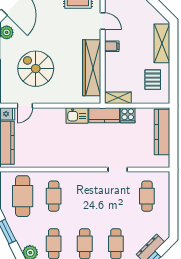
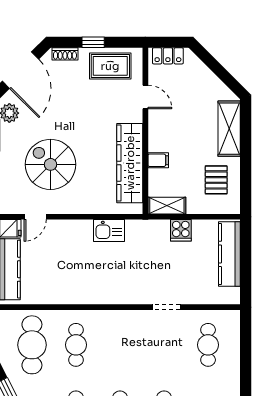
filing cabinet: (112, 46) -> (158, 160), moved
kitchen counter: (104, 115) -> (147, 230), removed

